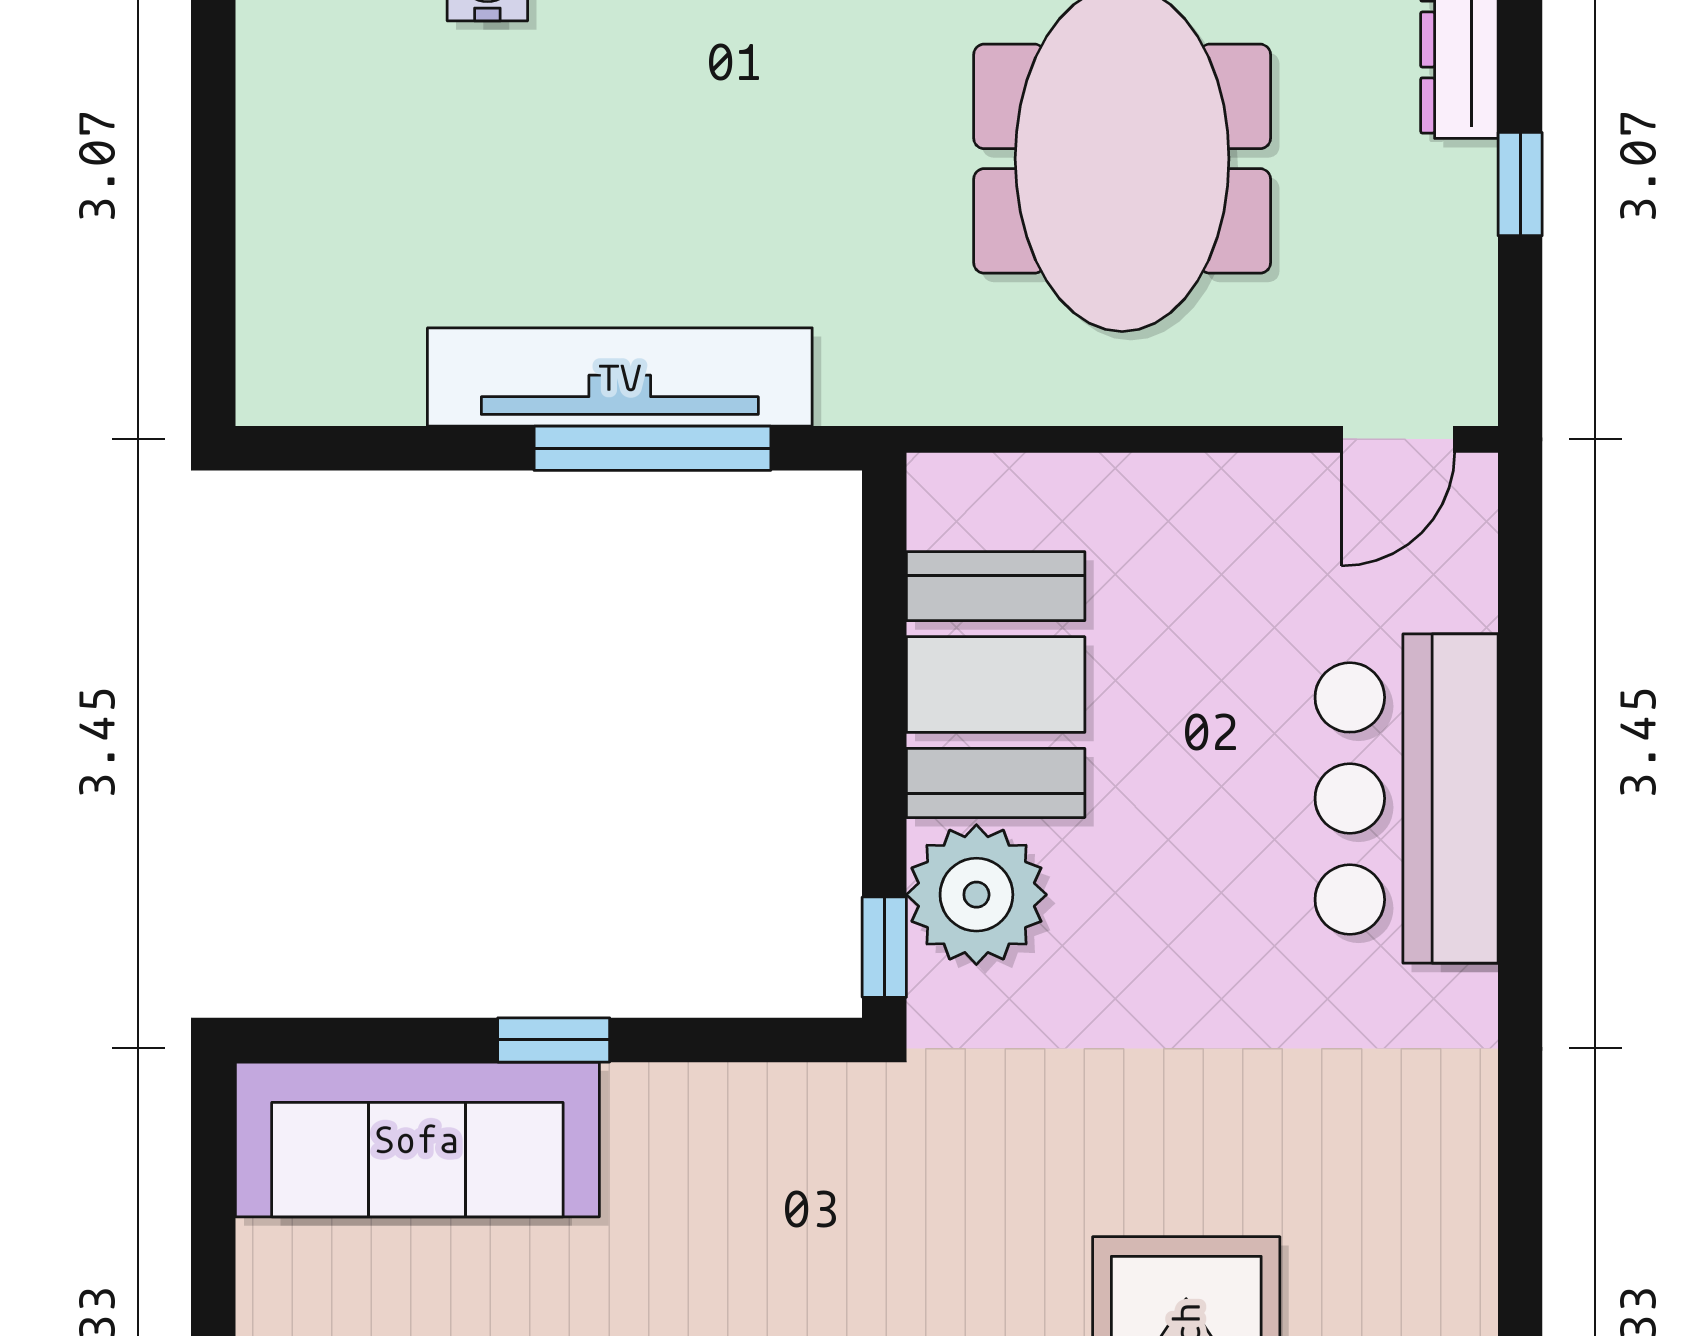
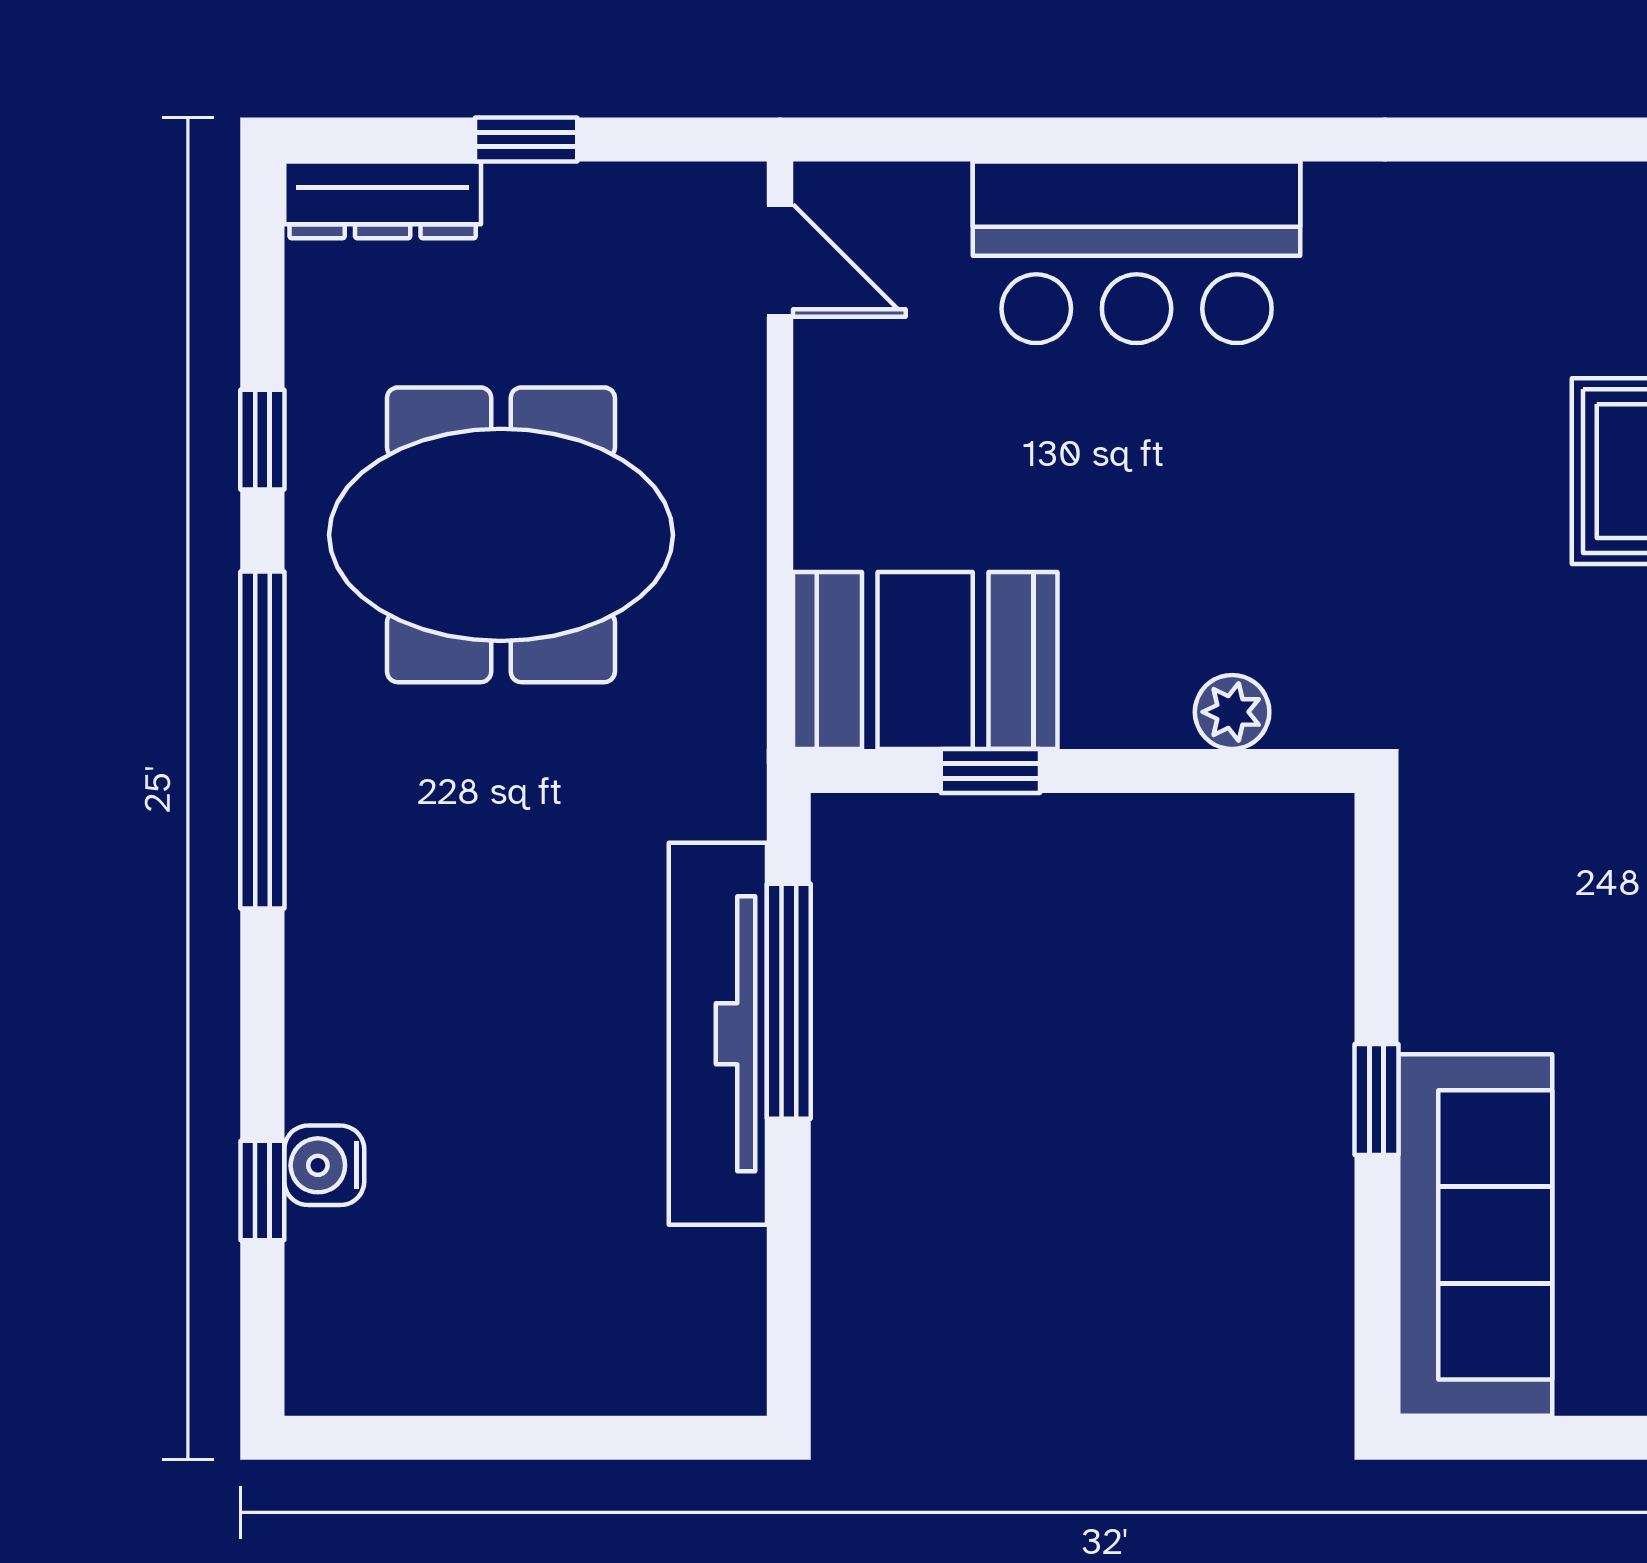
booth: (996, 685) -> (925, 660), moved
plant: (976, 895) -> (1232, 712), width x0.53, depth x0.53
window: (884, 947) -> (990, 771), moved

